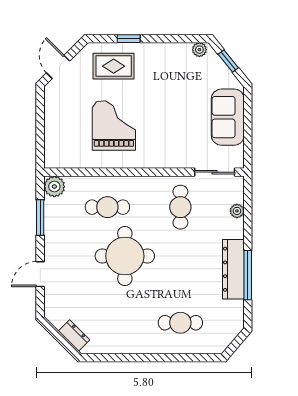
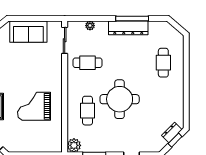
window: (62, 340) -> (175, 140), added

